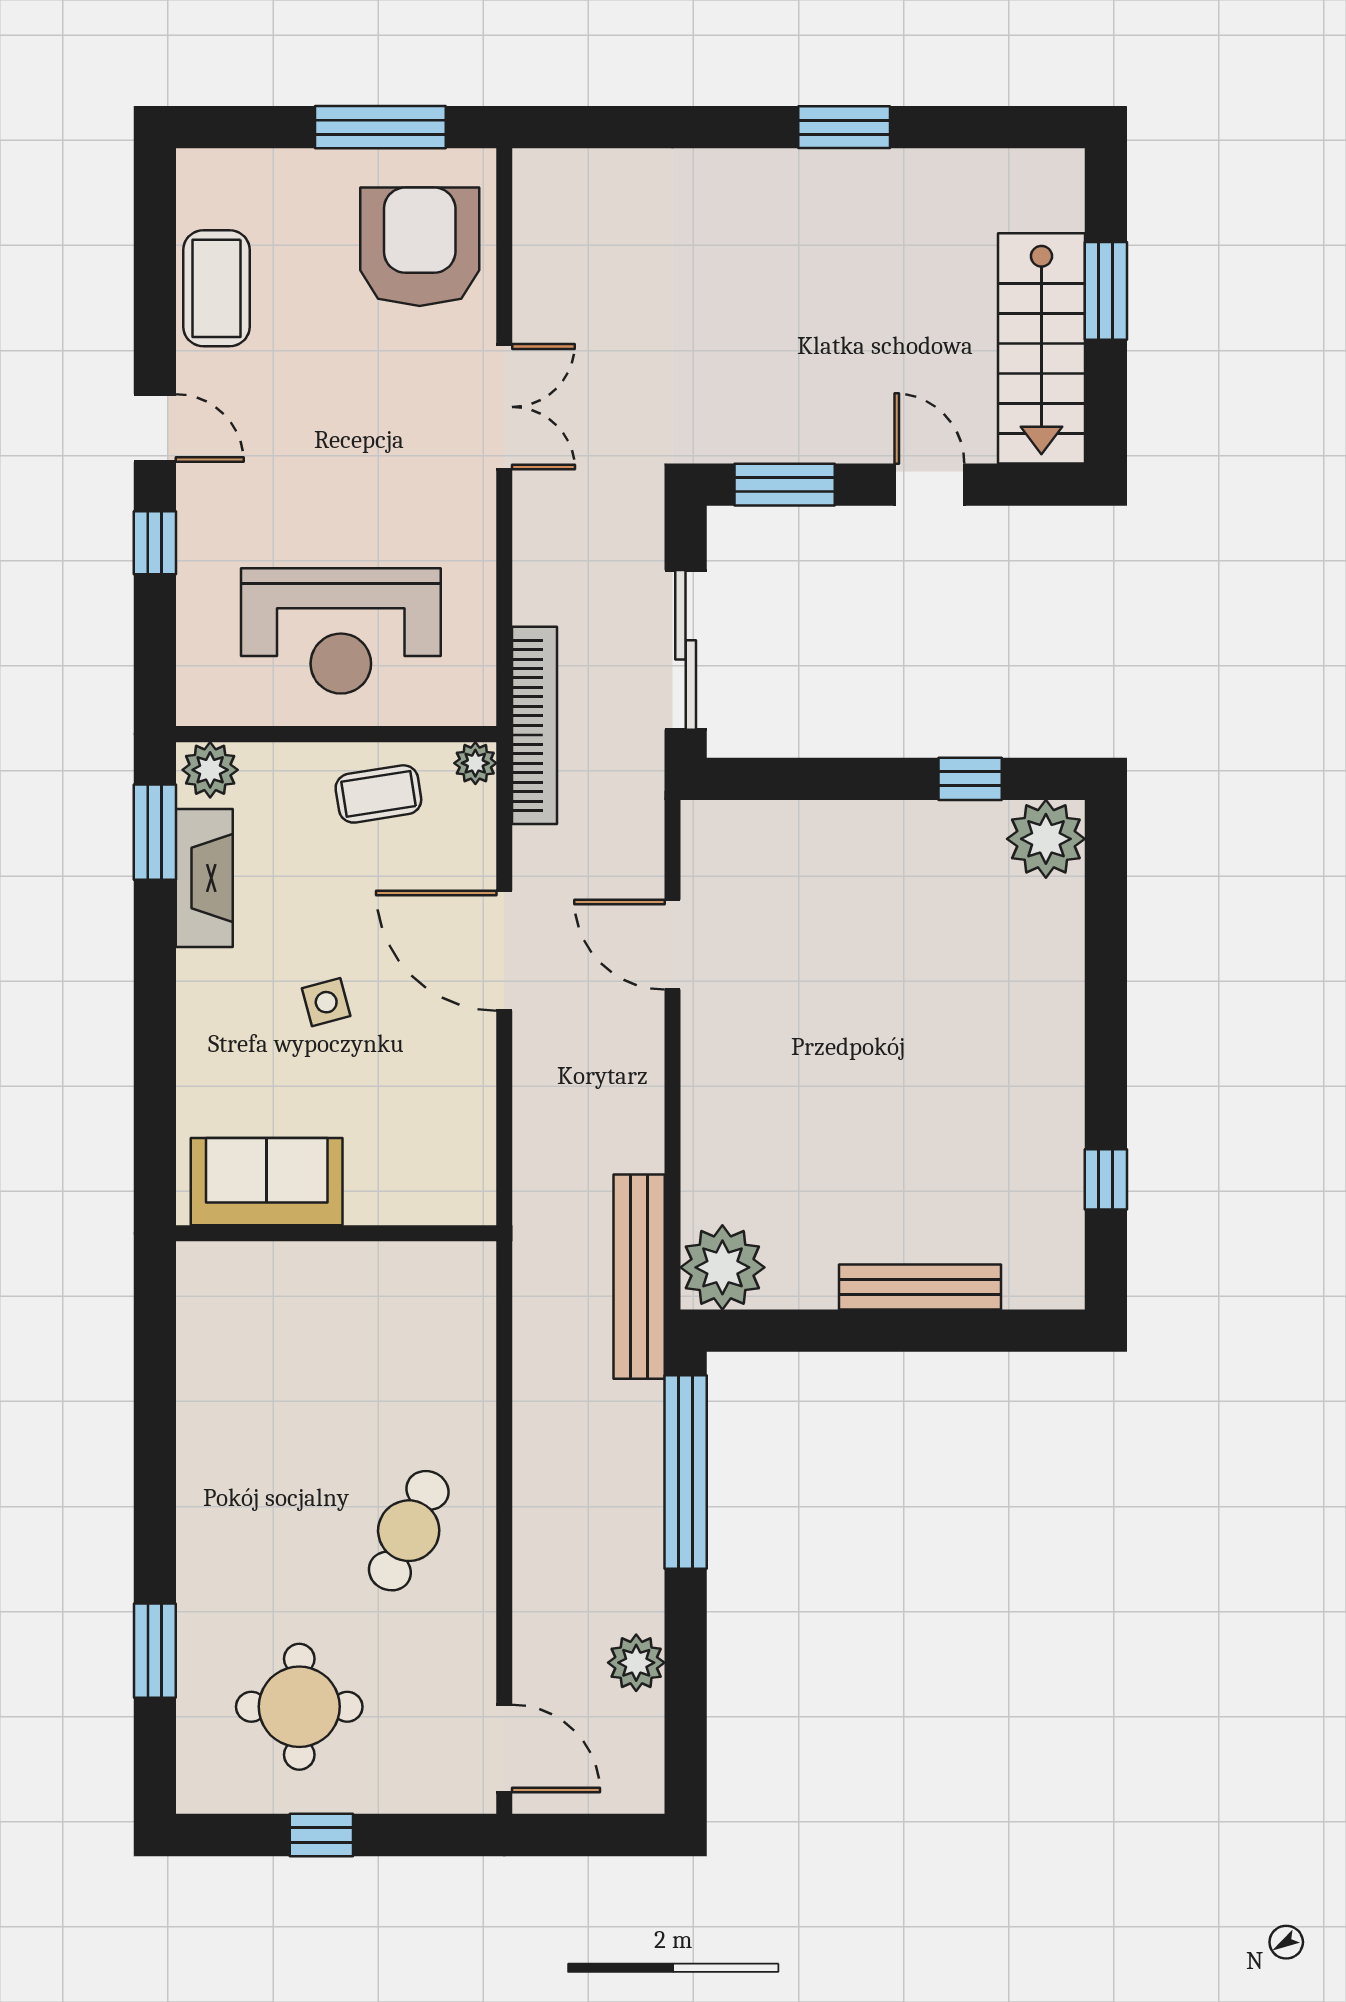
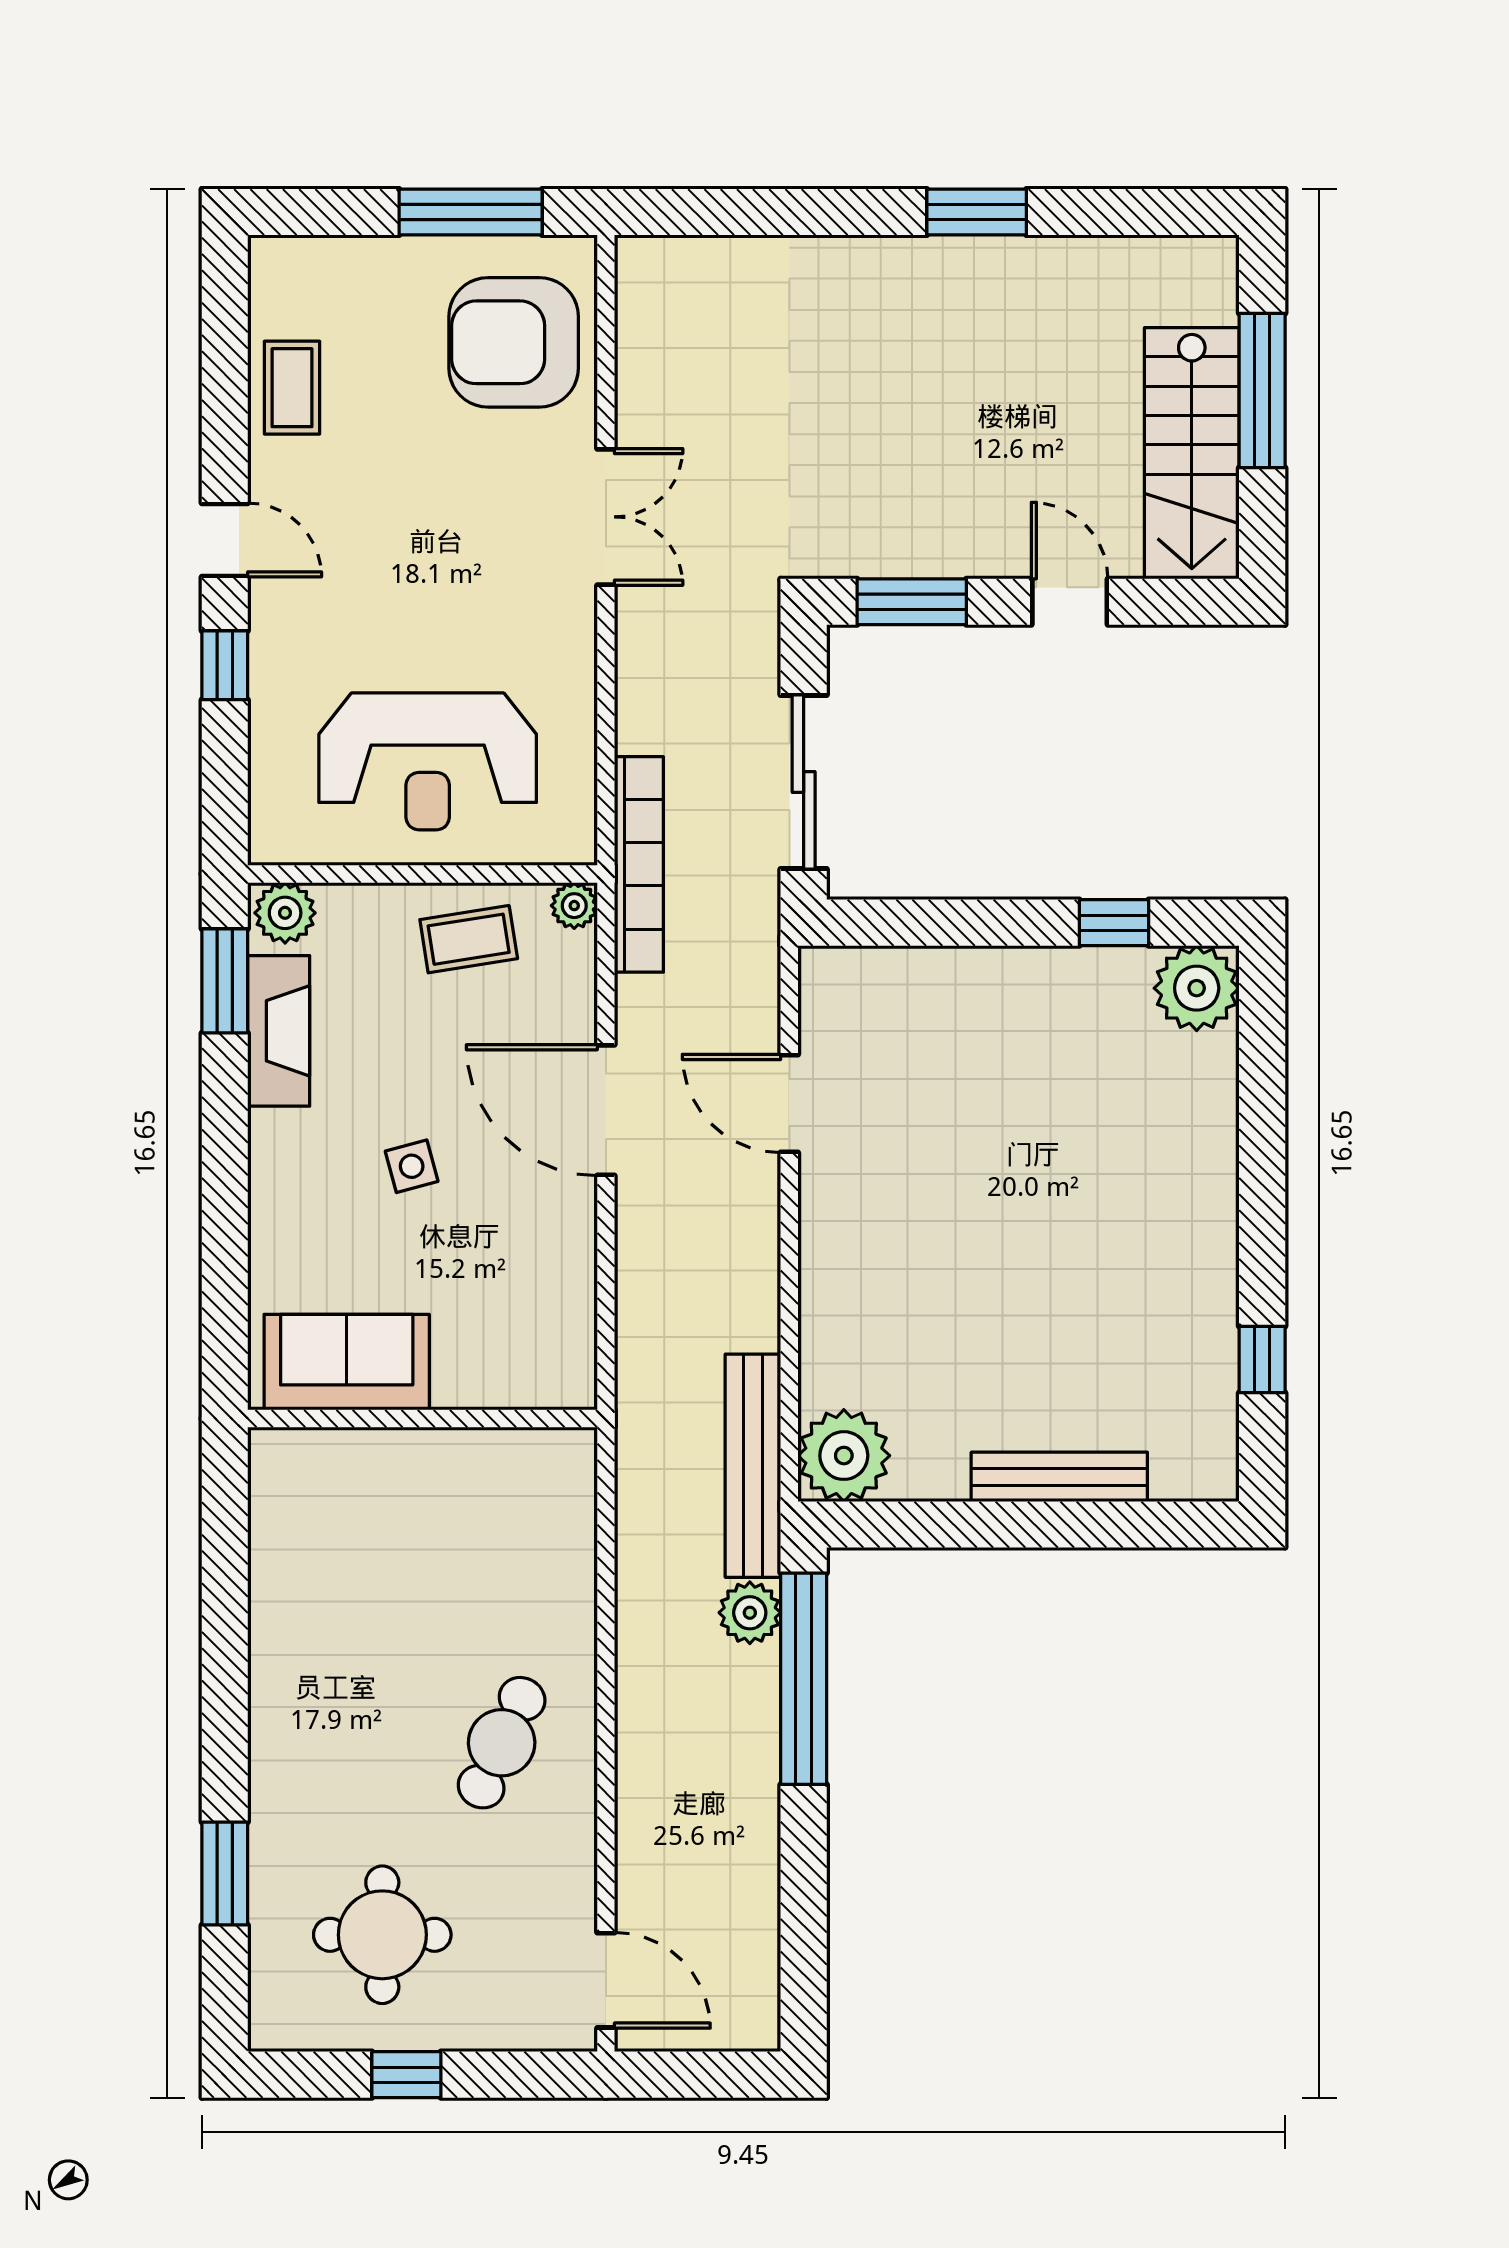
armchair: (420, 247) -> (514, 342), turned -90
coffee table: (216, 288) -> (292, 388), width x0.73, depth x0.77
window: (1106, 291) -> (1262, 391), width x1.44
plant: (636, 1663) -> (750, 1613), moved

